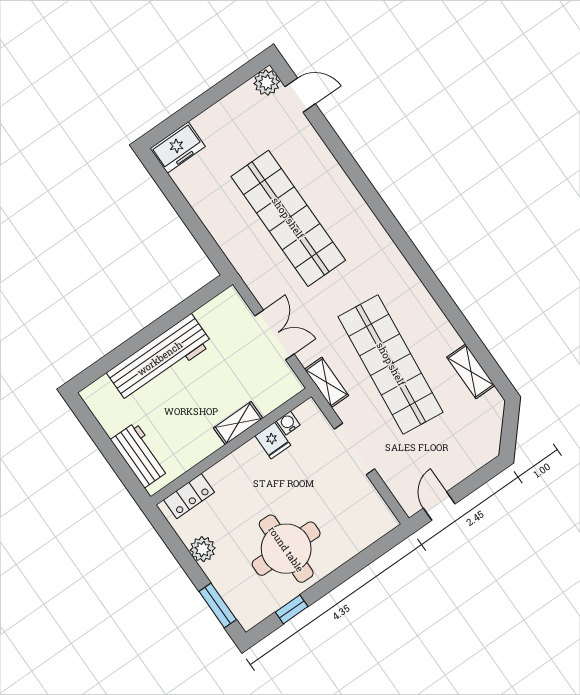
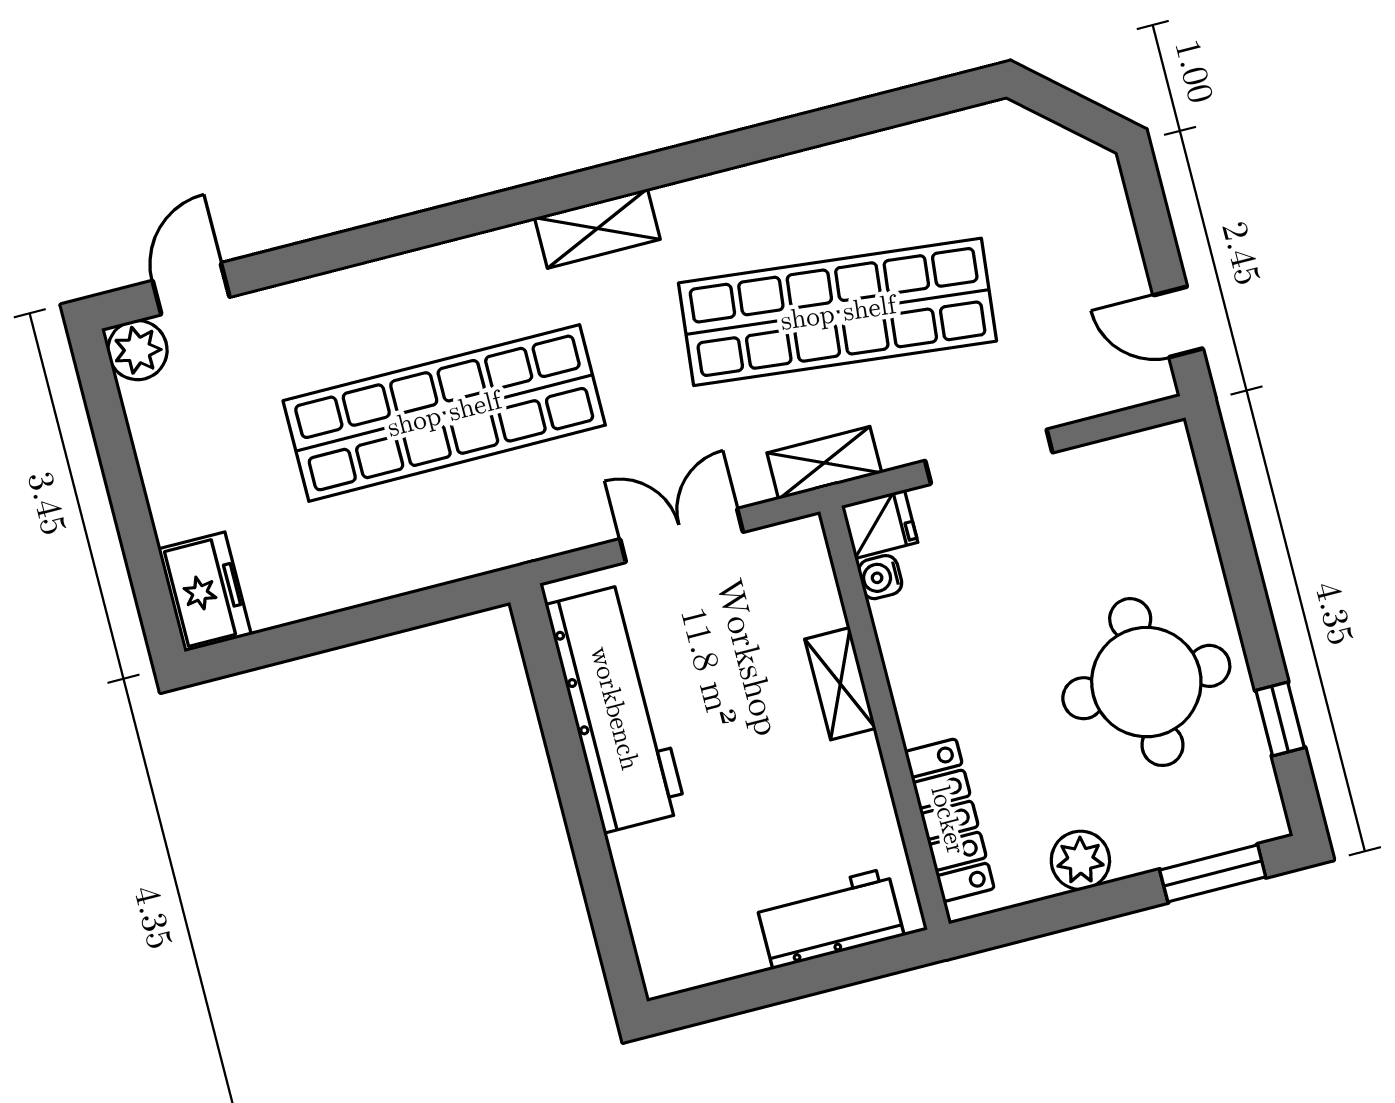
workbench: (160, 358) -> (616, 708), moved
shelving: (471, 371) -> (597, 229), moved
fridge: (273, 441) -> (880, 524), moved
locker: (189, 496) -> (949, 820), width x1.53

